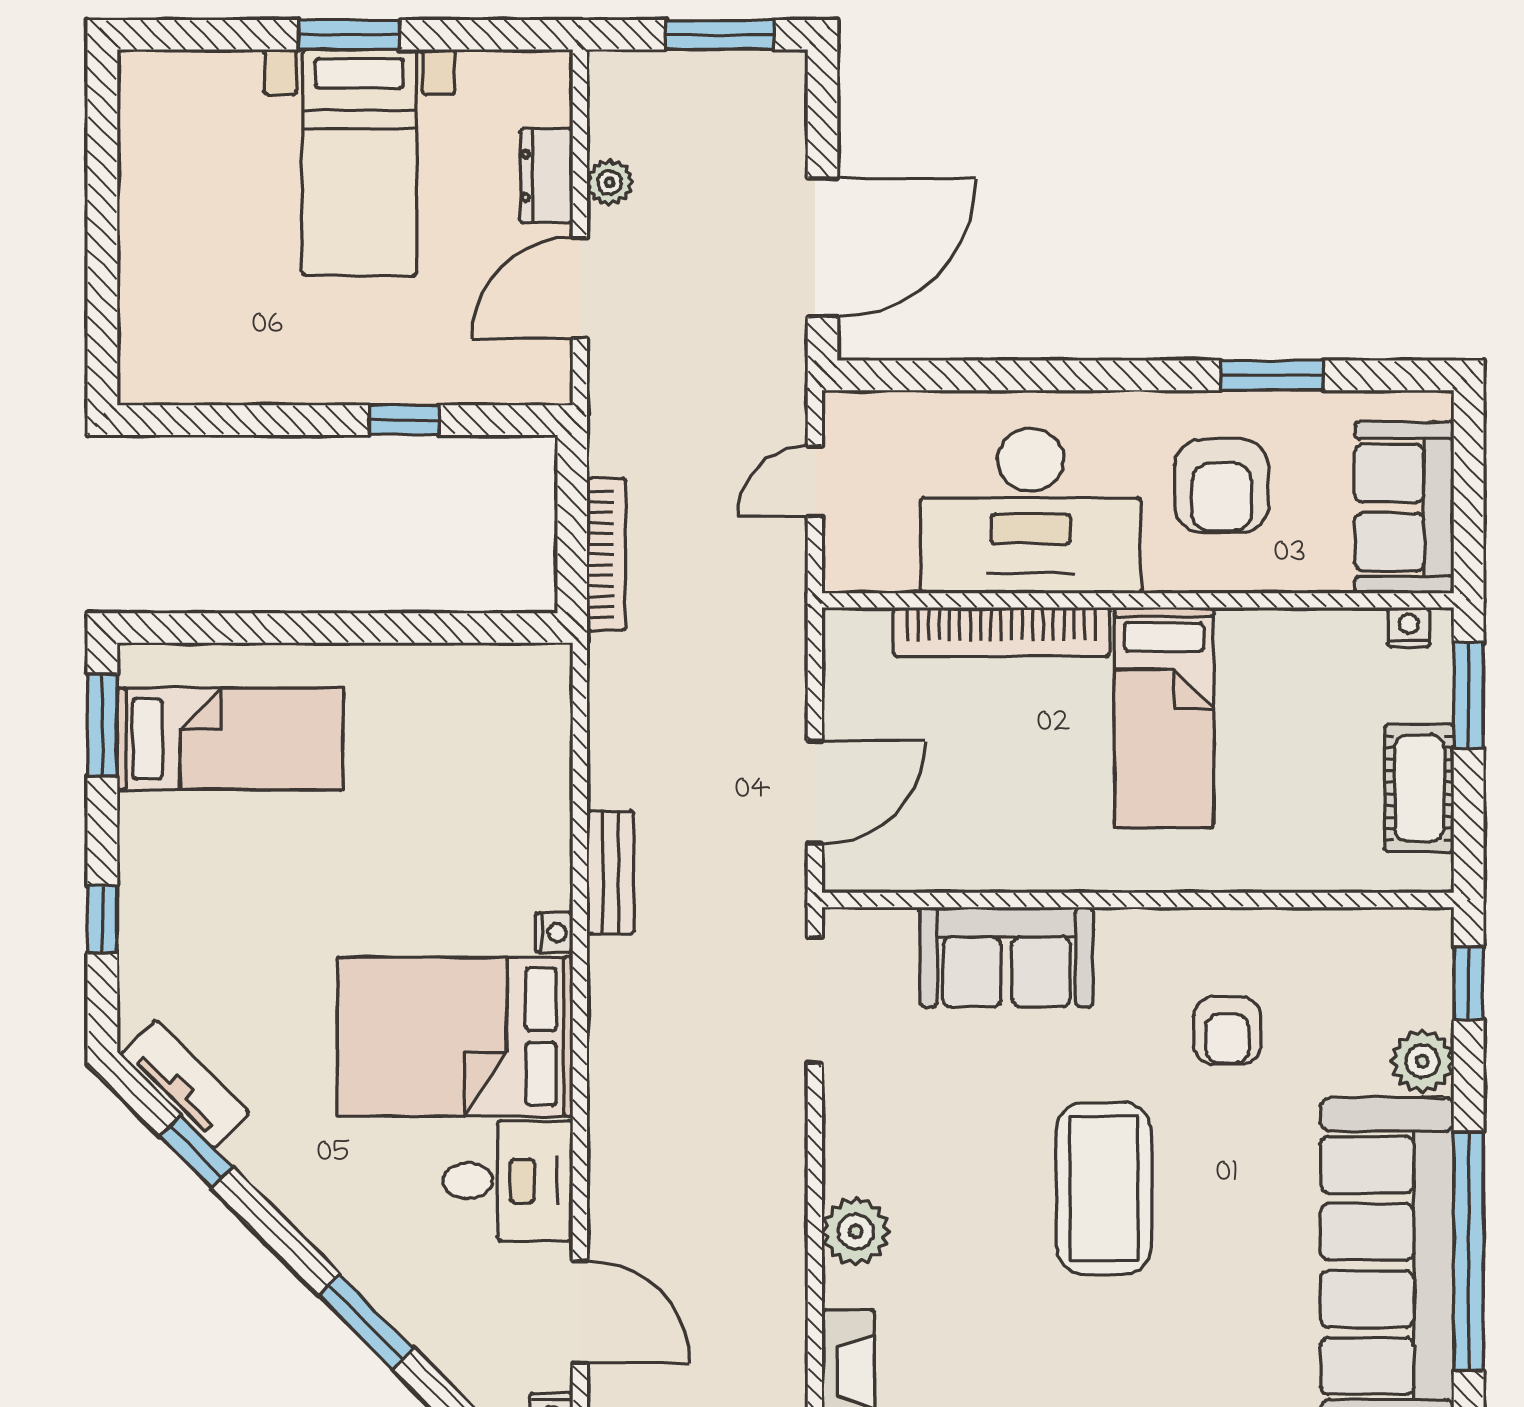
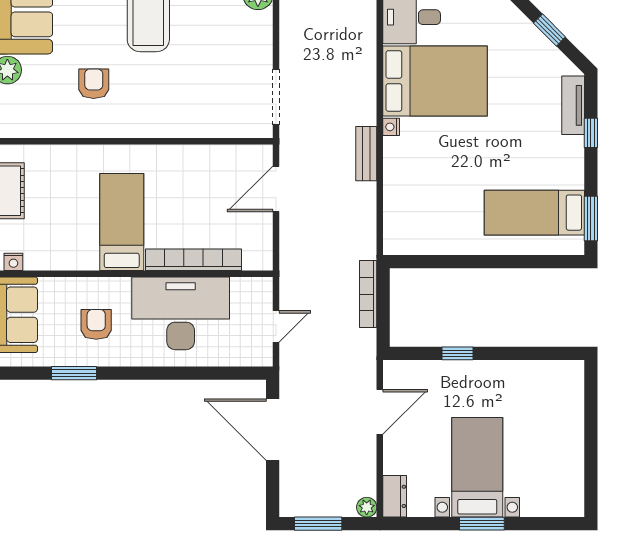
dresser: (546, 176) -> (395, 496), moved
plant: (610, 182) -> (367, 507), moved
door: (822, 248) -> (273, 430), hinge flipped
armchair: (1222, 486) -> (96, 324), width x0.72, depth x0.72
sofa: (1007, 957) -> (191, 116), removed
tv unit: (185, 1084) -> (573, 105), moved, turned 45

